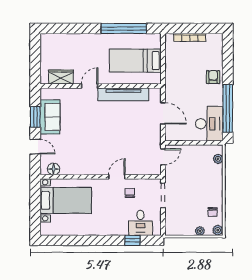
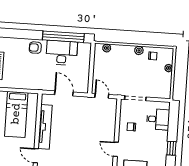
door: (163, 113) -> (64, 93), hinge flipped
desk: (209, 124) -> (62, 53), moved
door: (117, 177) -> (116, 149), moved
plant: (218, 230) -> (139, 50), moved
window: (132, 240) -> (171, 148), moved

